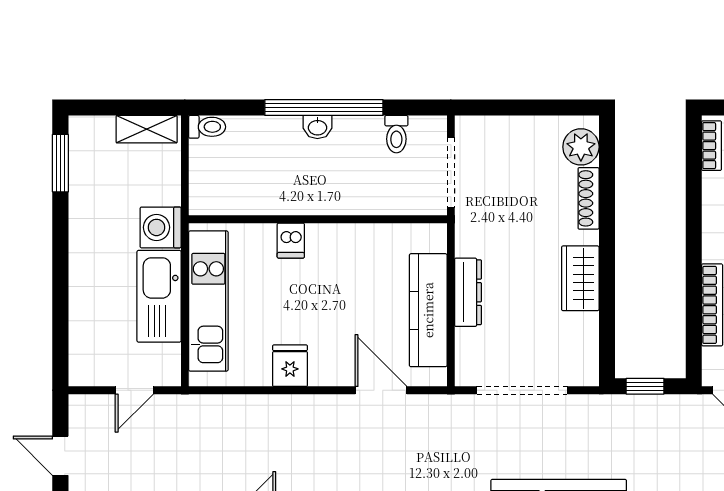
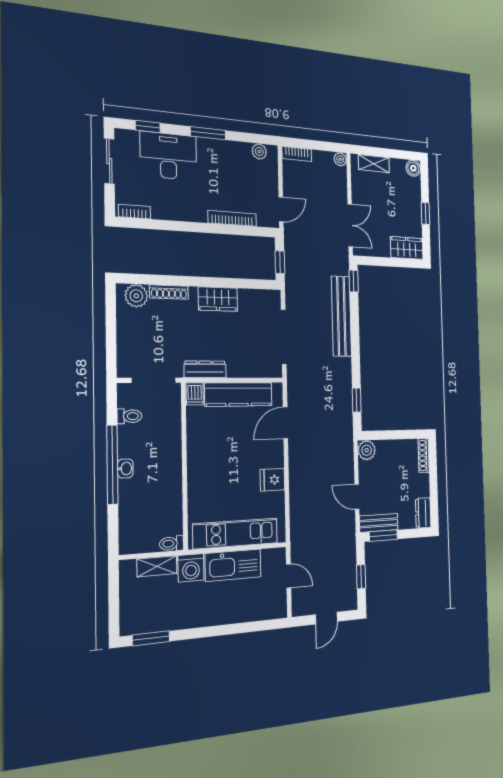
toilet: (207, 127) -> (171, 544), moved, turned -90
shelving: (147, 129) -> (157, 566), moved, turned 90
dishwasher: (291, 241) -> (195, 394), moved, turned 90
dresser: (468, 292) -> (205, 369), moved

